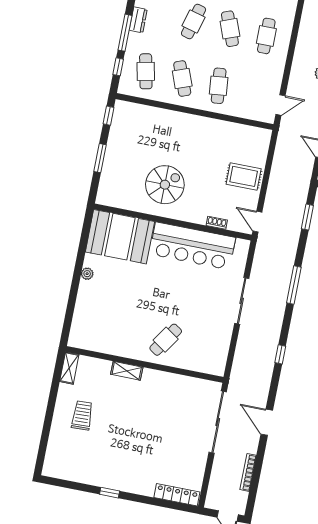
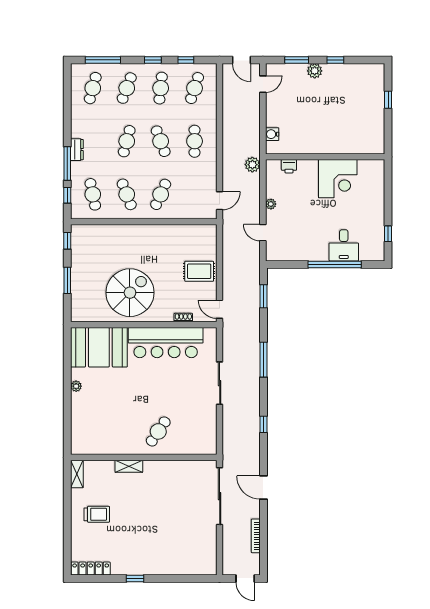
cafe table: (219, 86) -> (161, 194), turned 30
spiral stairs: (165, 185) -> (130, 293), width x1.37, depth x1.37
trolley: (82, 415) -> (97, 514), turned 92
locker: (177, 495) -> (91, 569), moved

